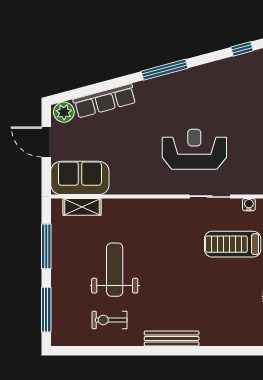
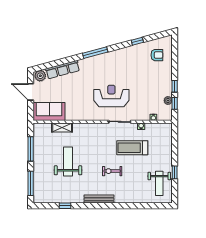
shelving: (82, 207) -> (62, 127), moved
exercise bike: (110, 320) -> (112, 171), moved
window: (109, 351) -> (65, 206), added

